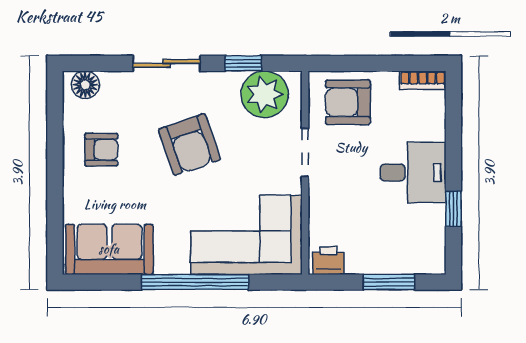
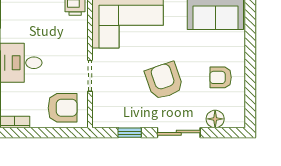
floor lamp: (85, 85) -> (215, 119), moved
plant: (265, 94) -> (116, 113), removed

